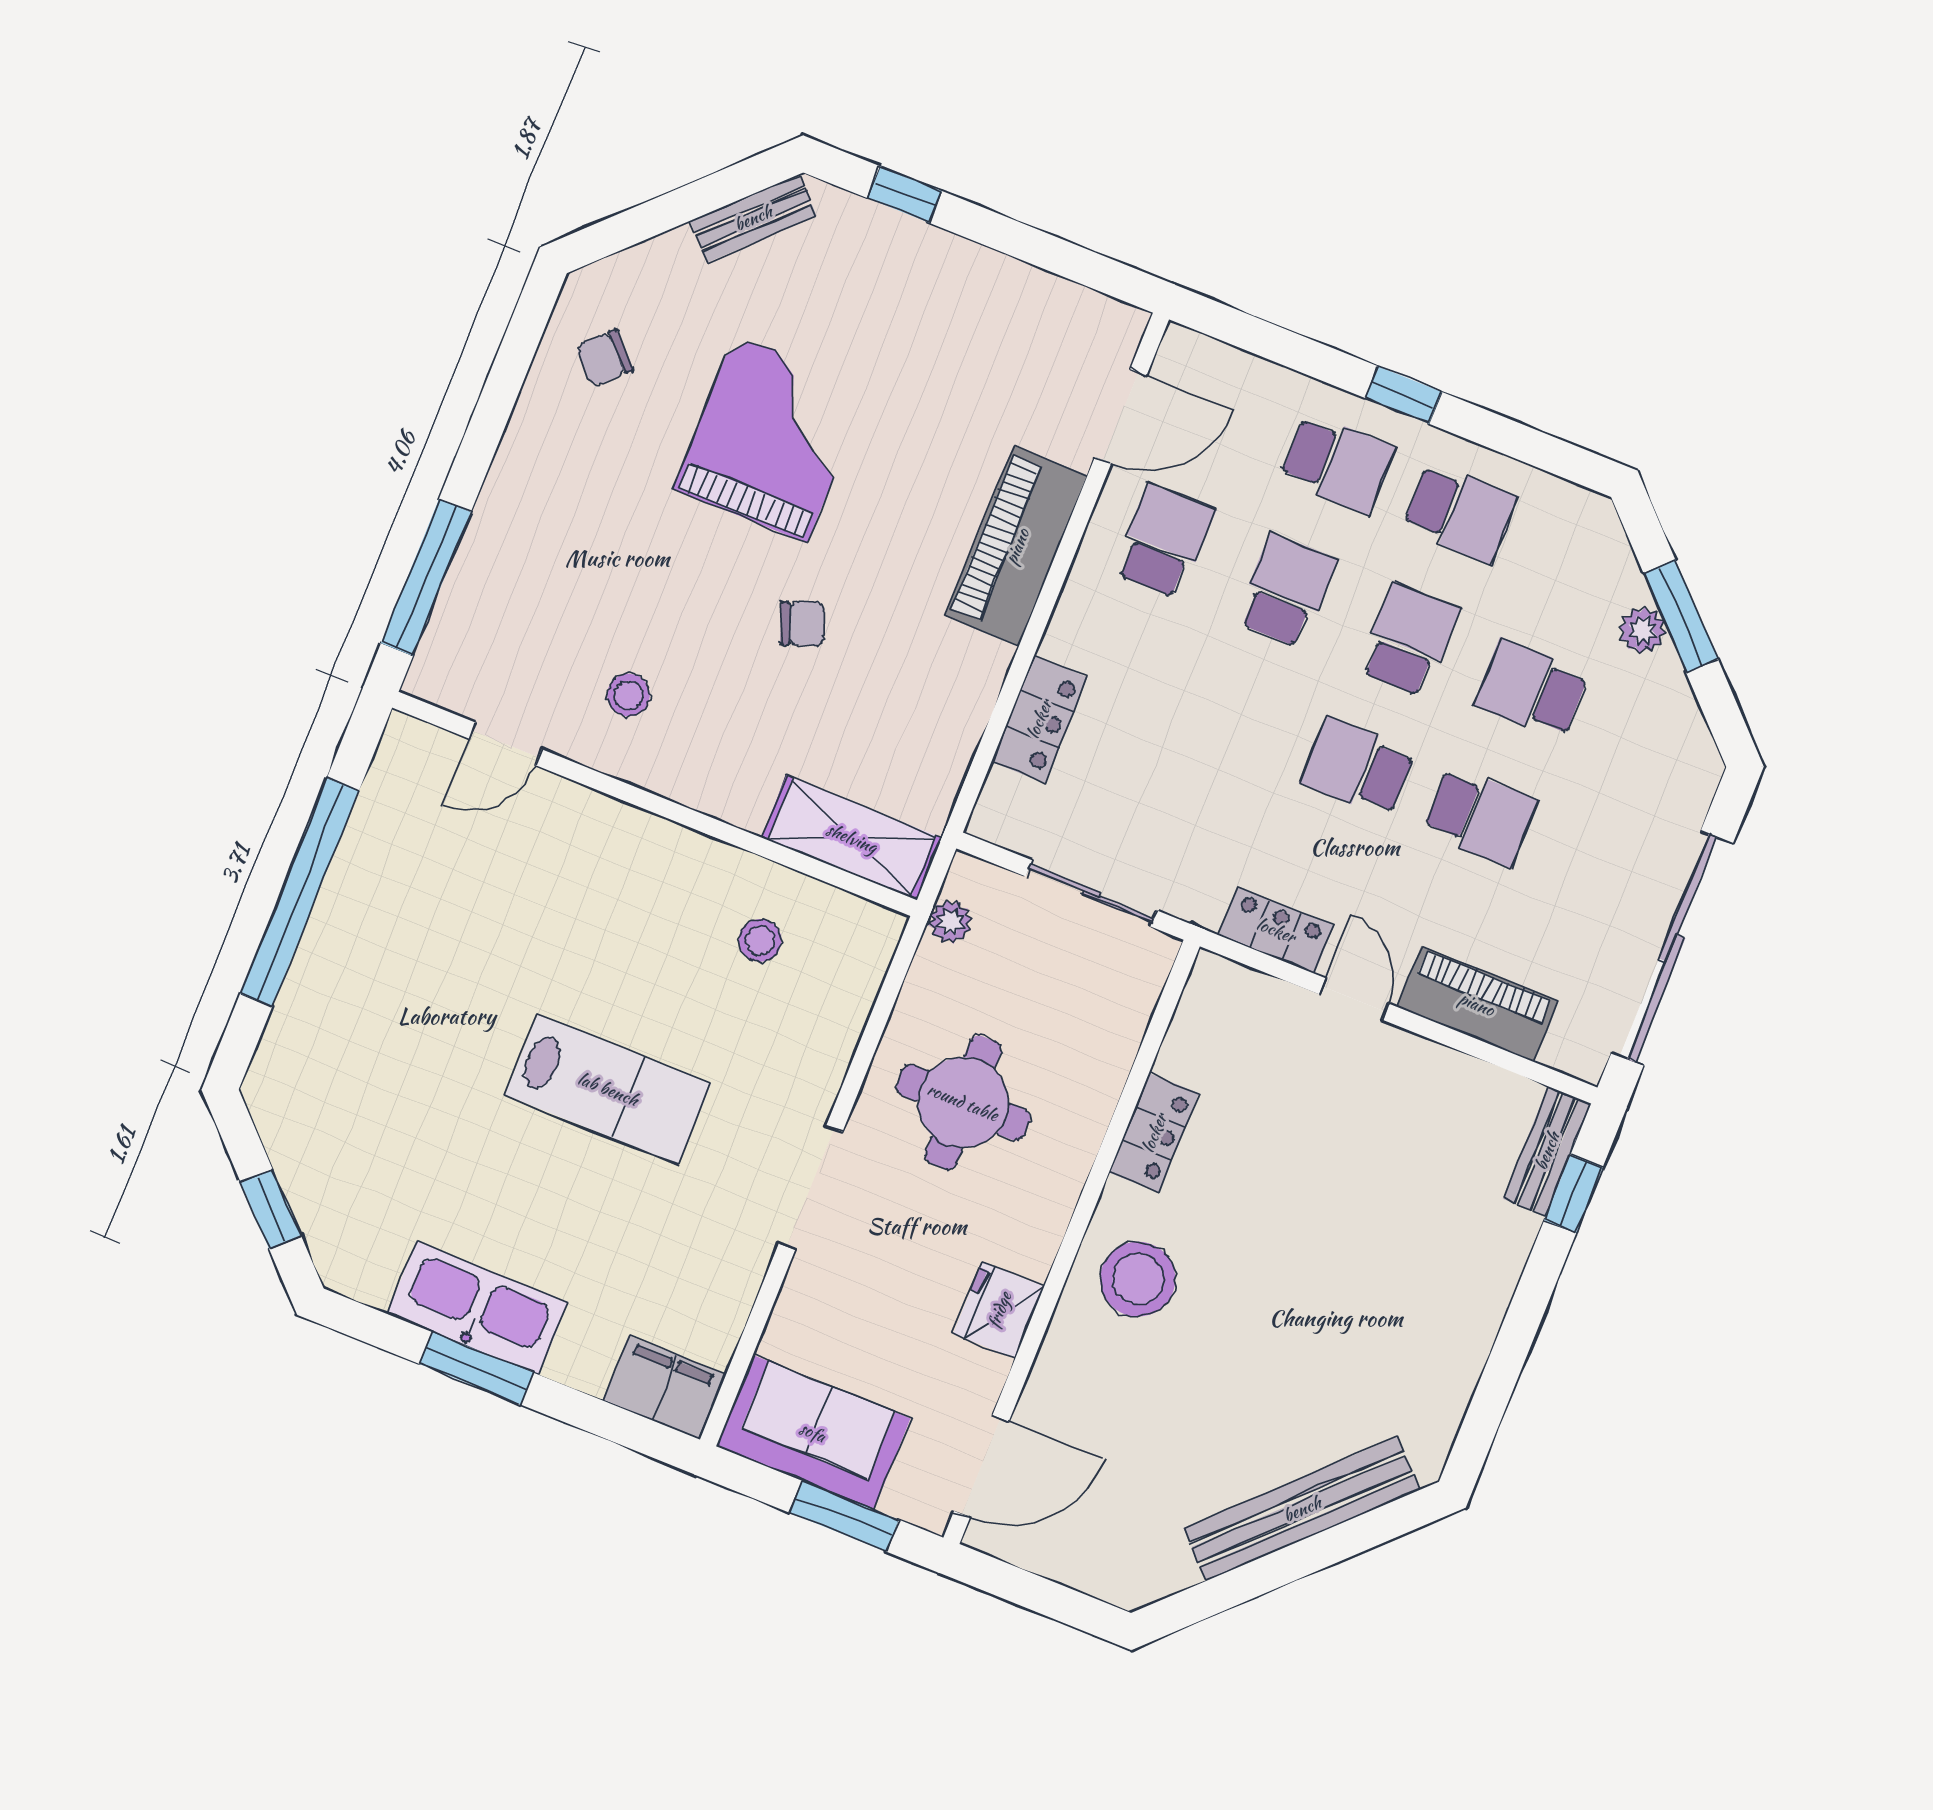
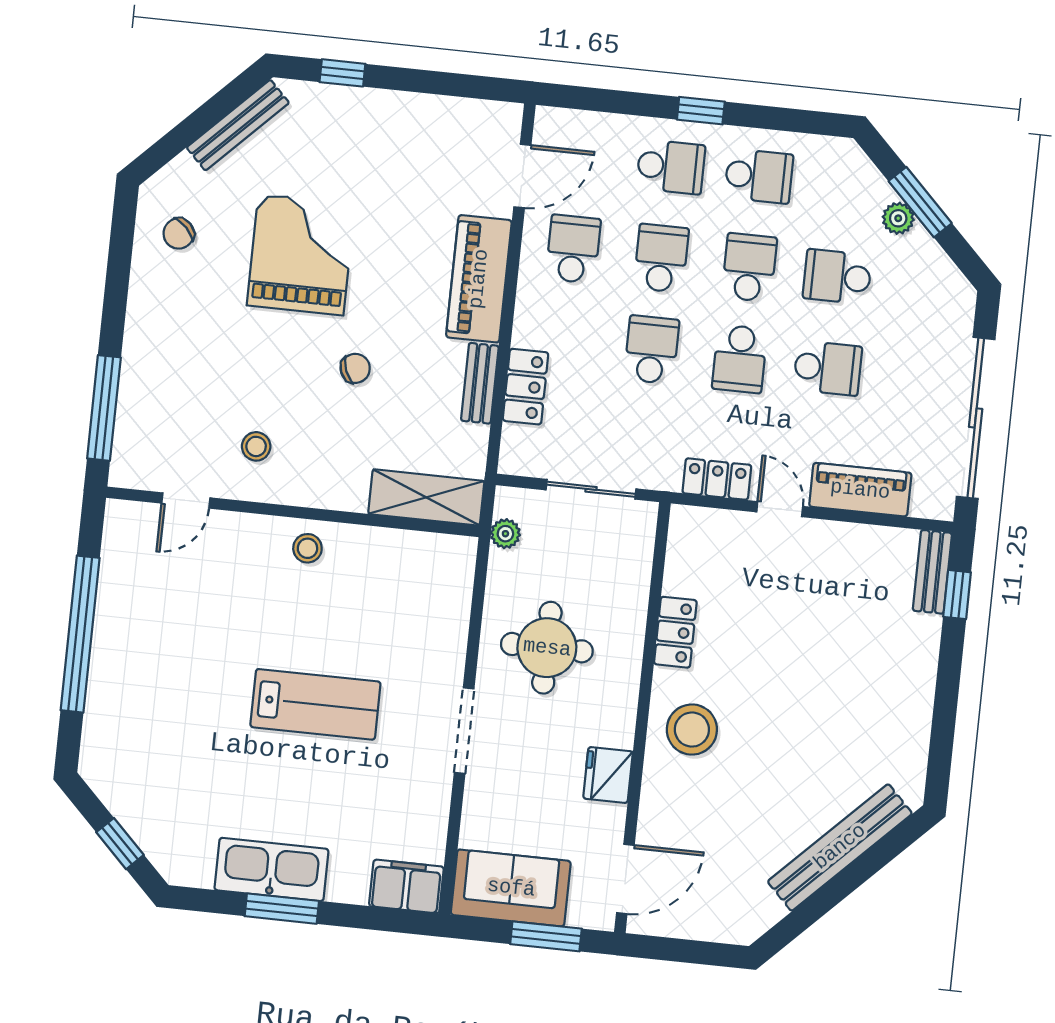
bench: (753, 218) -> (238, 125), width x1.36
bench: (975, 696) -> (480, 383), added
school desk: (1235, 718) -> (652, 350), added
school desk: (1358, 767) -> (740, 359), turned -90
stool: (760, 940) -> (307, 548), moved

